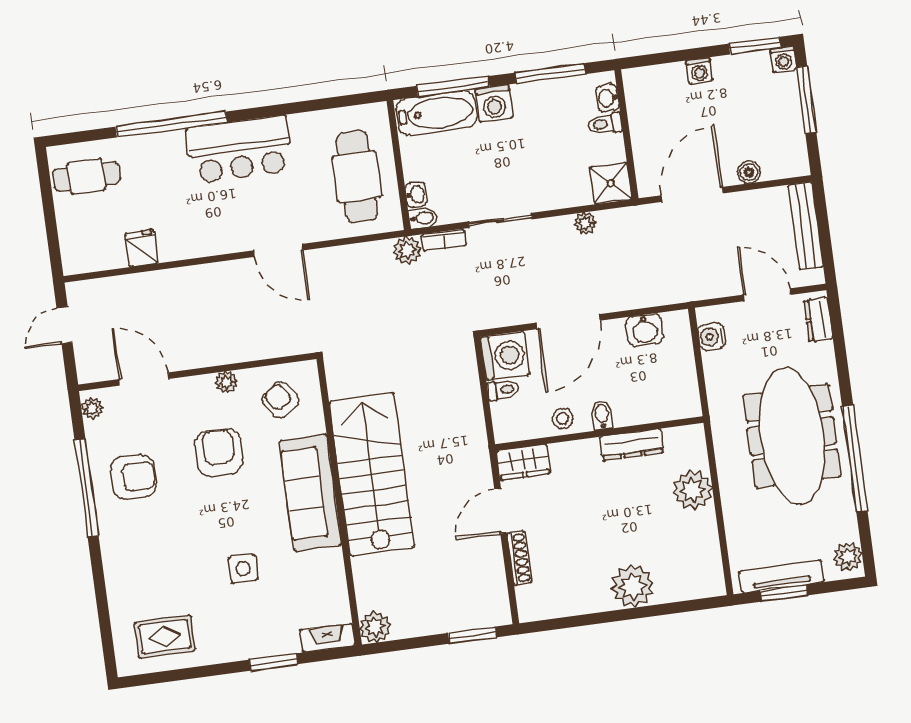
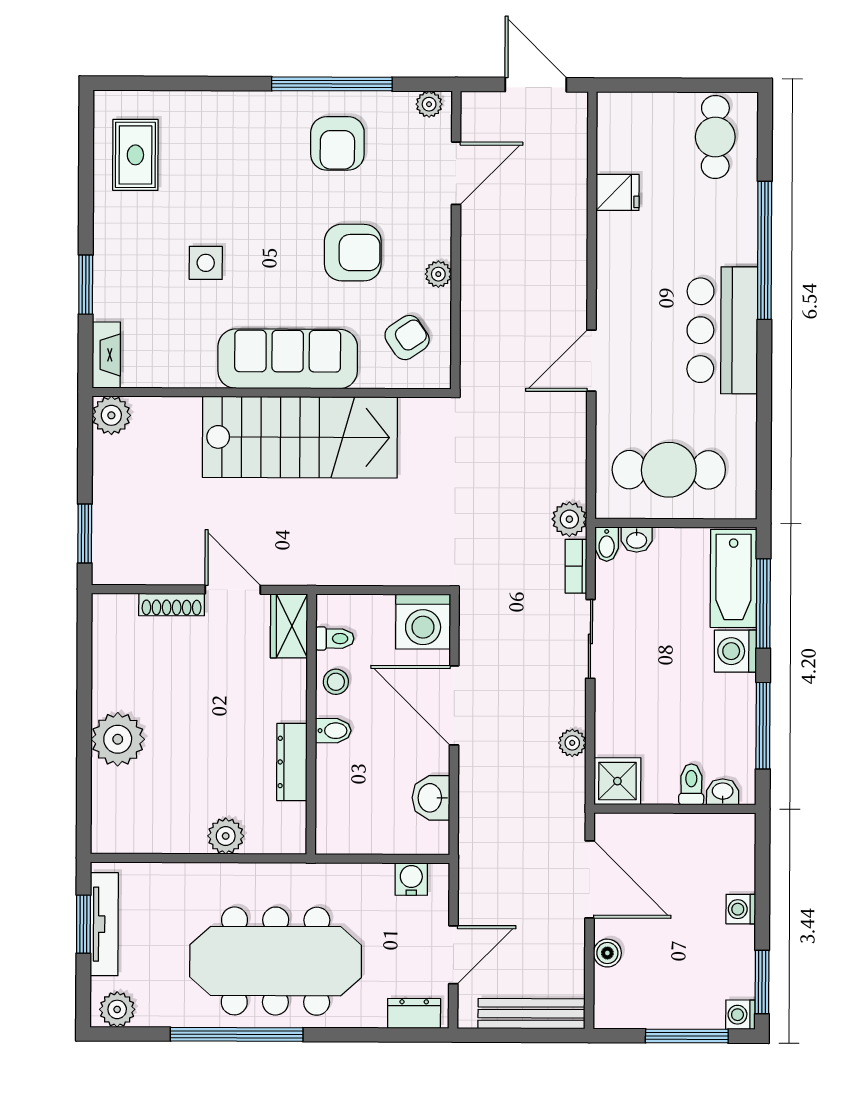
door: (65, 325) -> (536, 85), width x1.38
toilet: (503, 390) -> (335, 639), moved, turned -90
plant: (693, 490) -> (226, 836), width x0.73, depth x0.73

